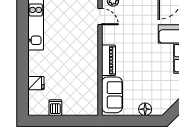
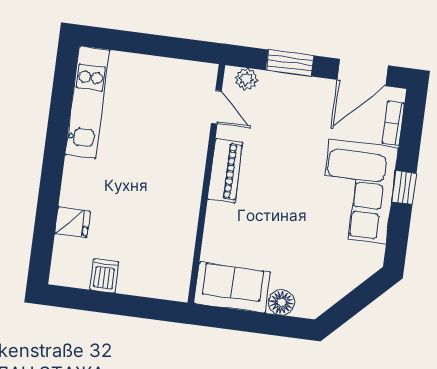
piano: (108, 60) -> (225, 171), moved
sofa: (112, 95) -> (232, 288), moved, turned -90

